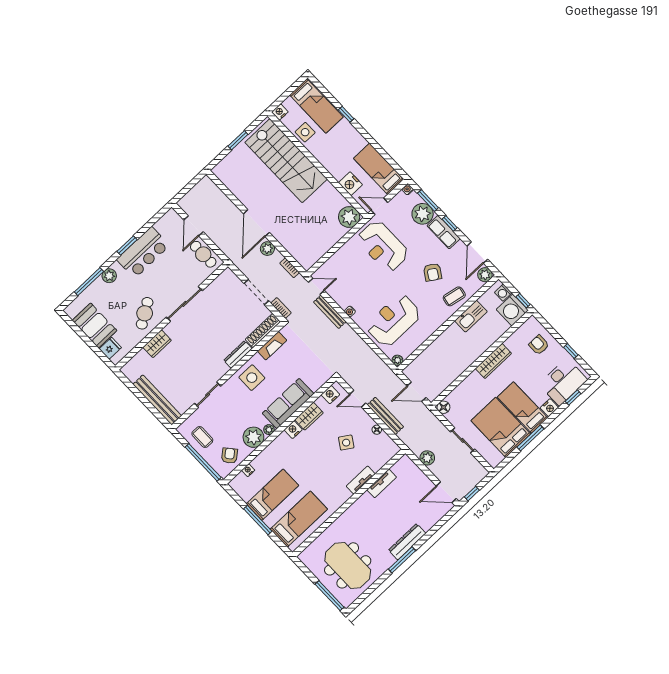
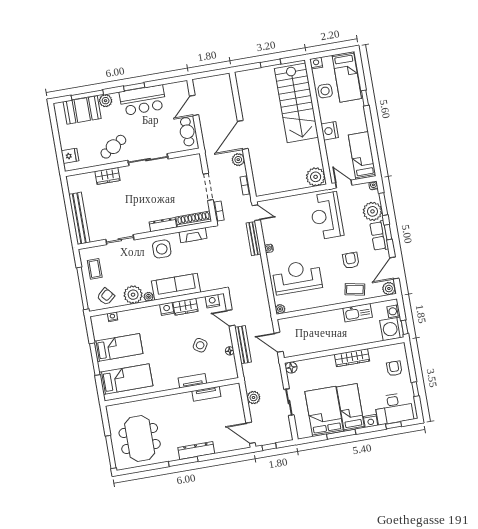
nightstand: (350, 184) -> (330, 131), moved
armchair: (433, 272) -> (351, 260), turned 147
booth: (94, 325) -> (82, 110), moved, turned 90

